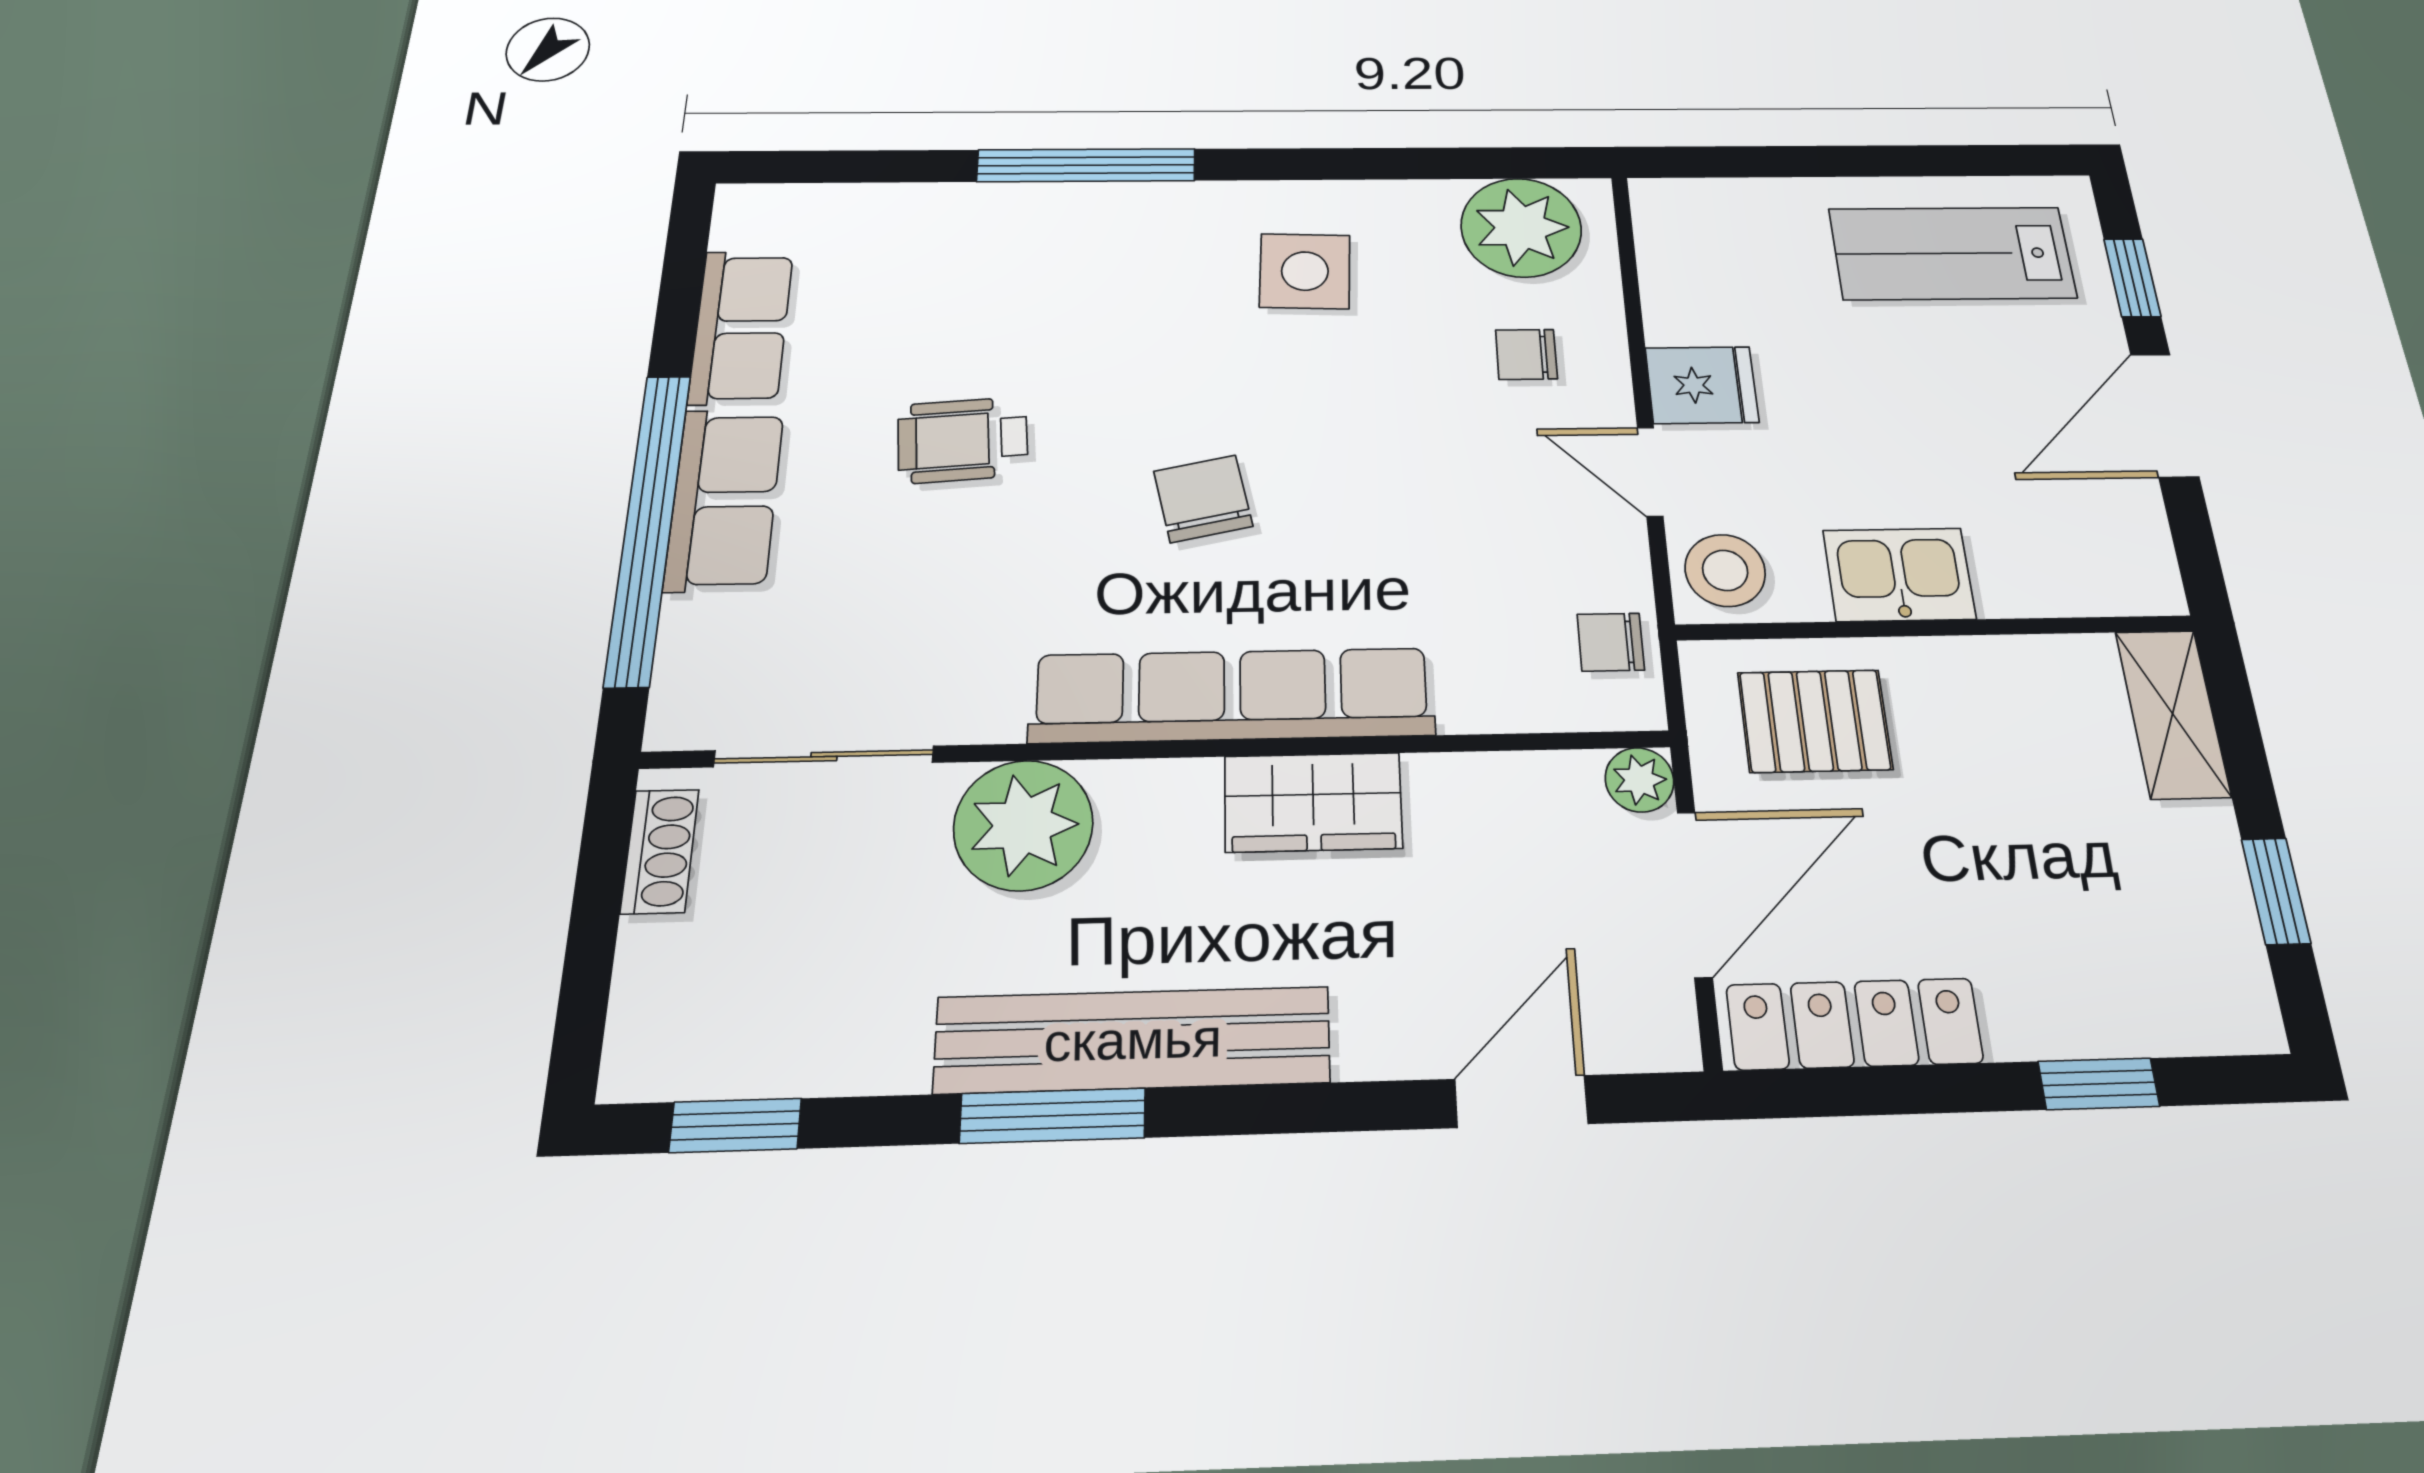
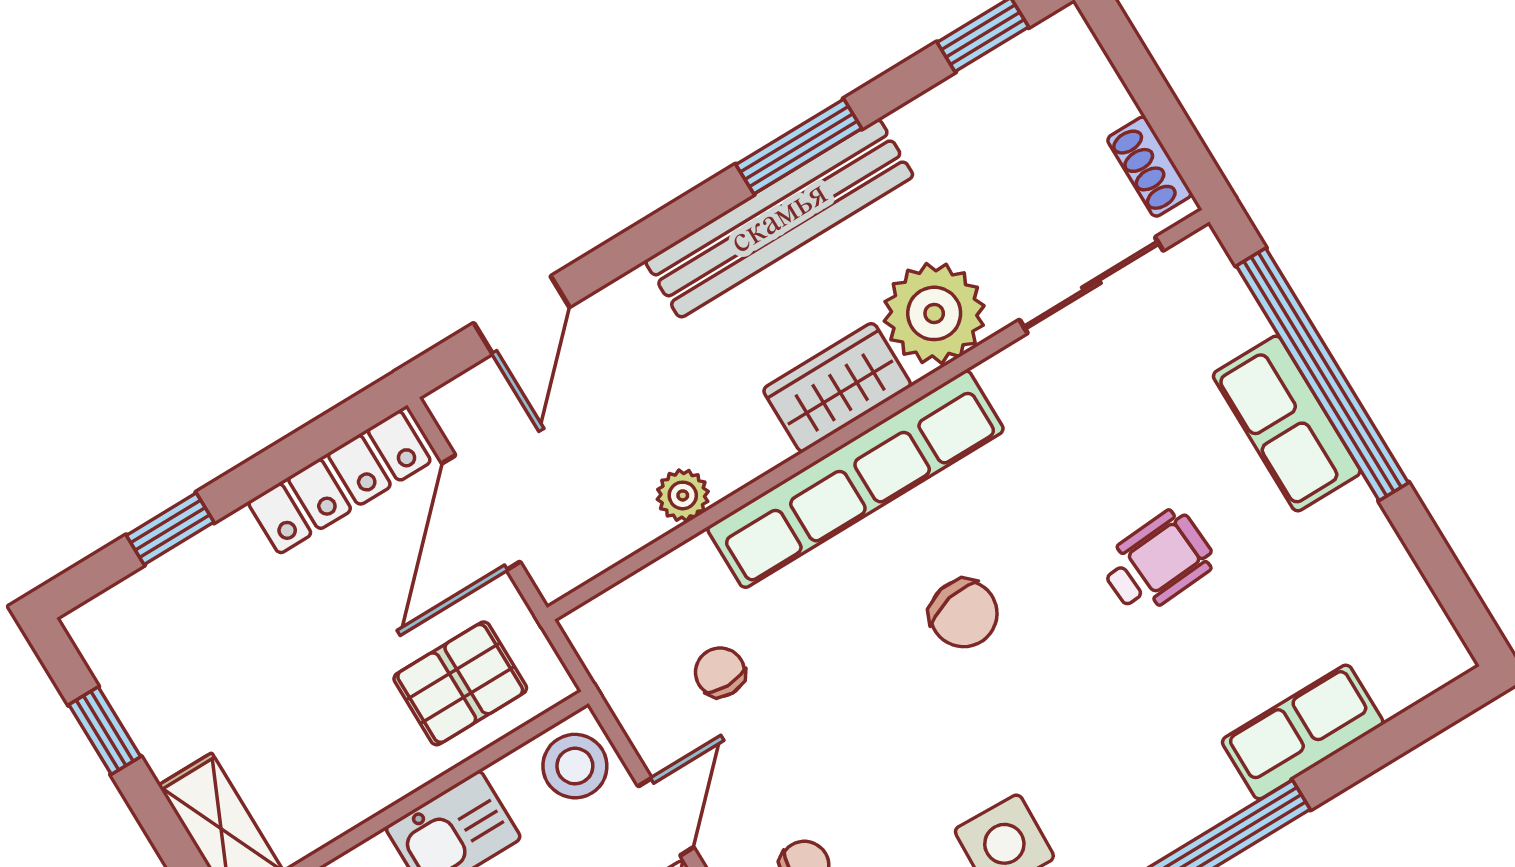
row of seats: (741, 327) -> (1303, 732), moved, turned 90
door: (1650, 472) -> (666, 817), hinge flipped
chair: (1611, 642) -> (720, 672), moved, turned -90
plant: (1639, 780) -> (683, 495), moved
wardrobe: (1313, 802) -> (837, 387), moved

